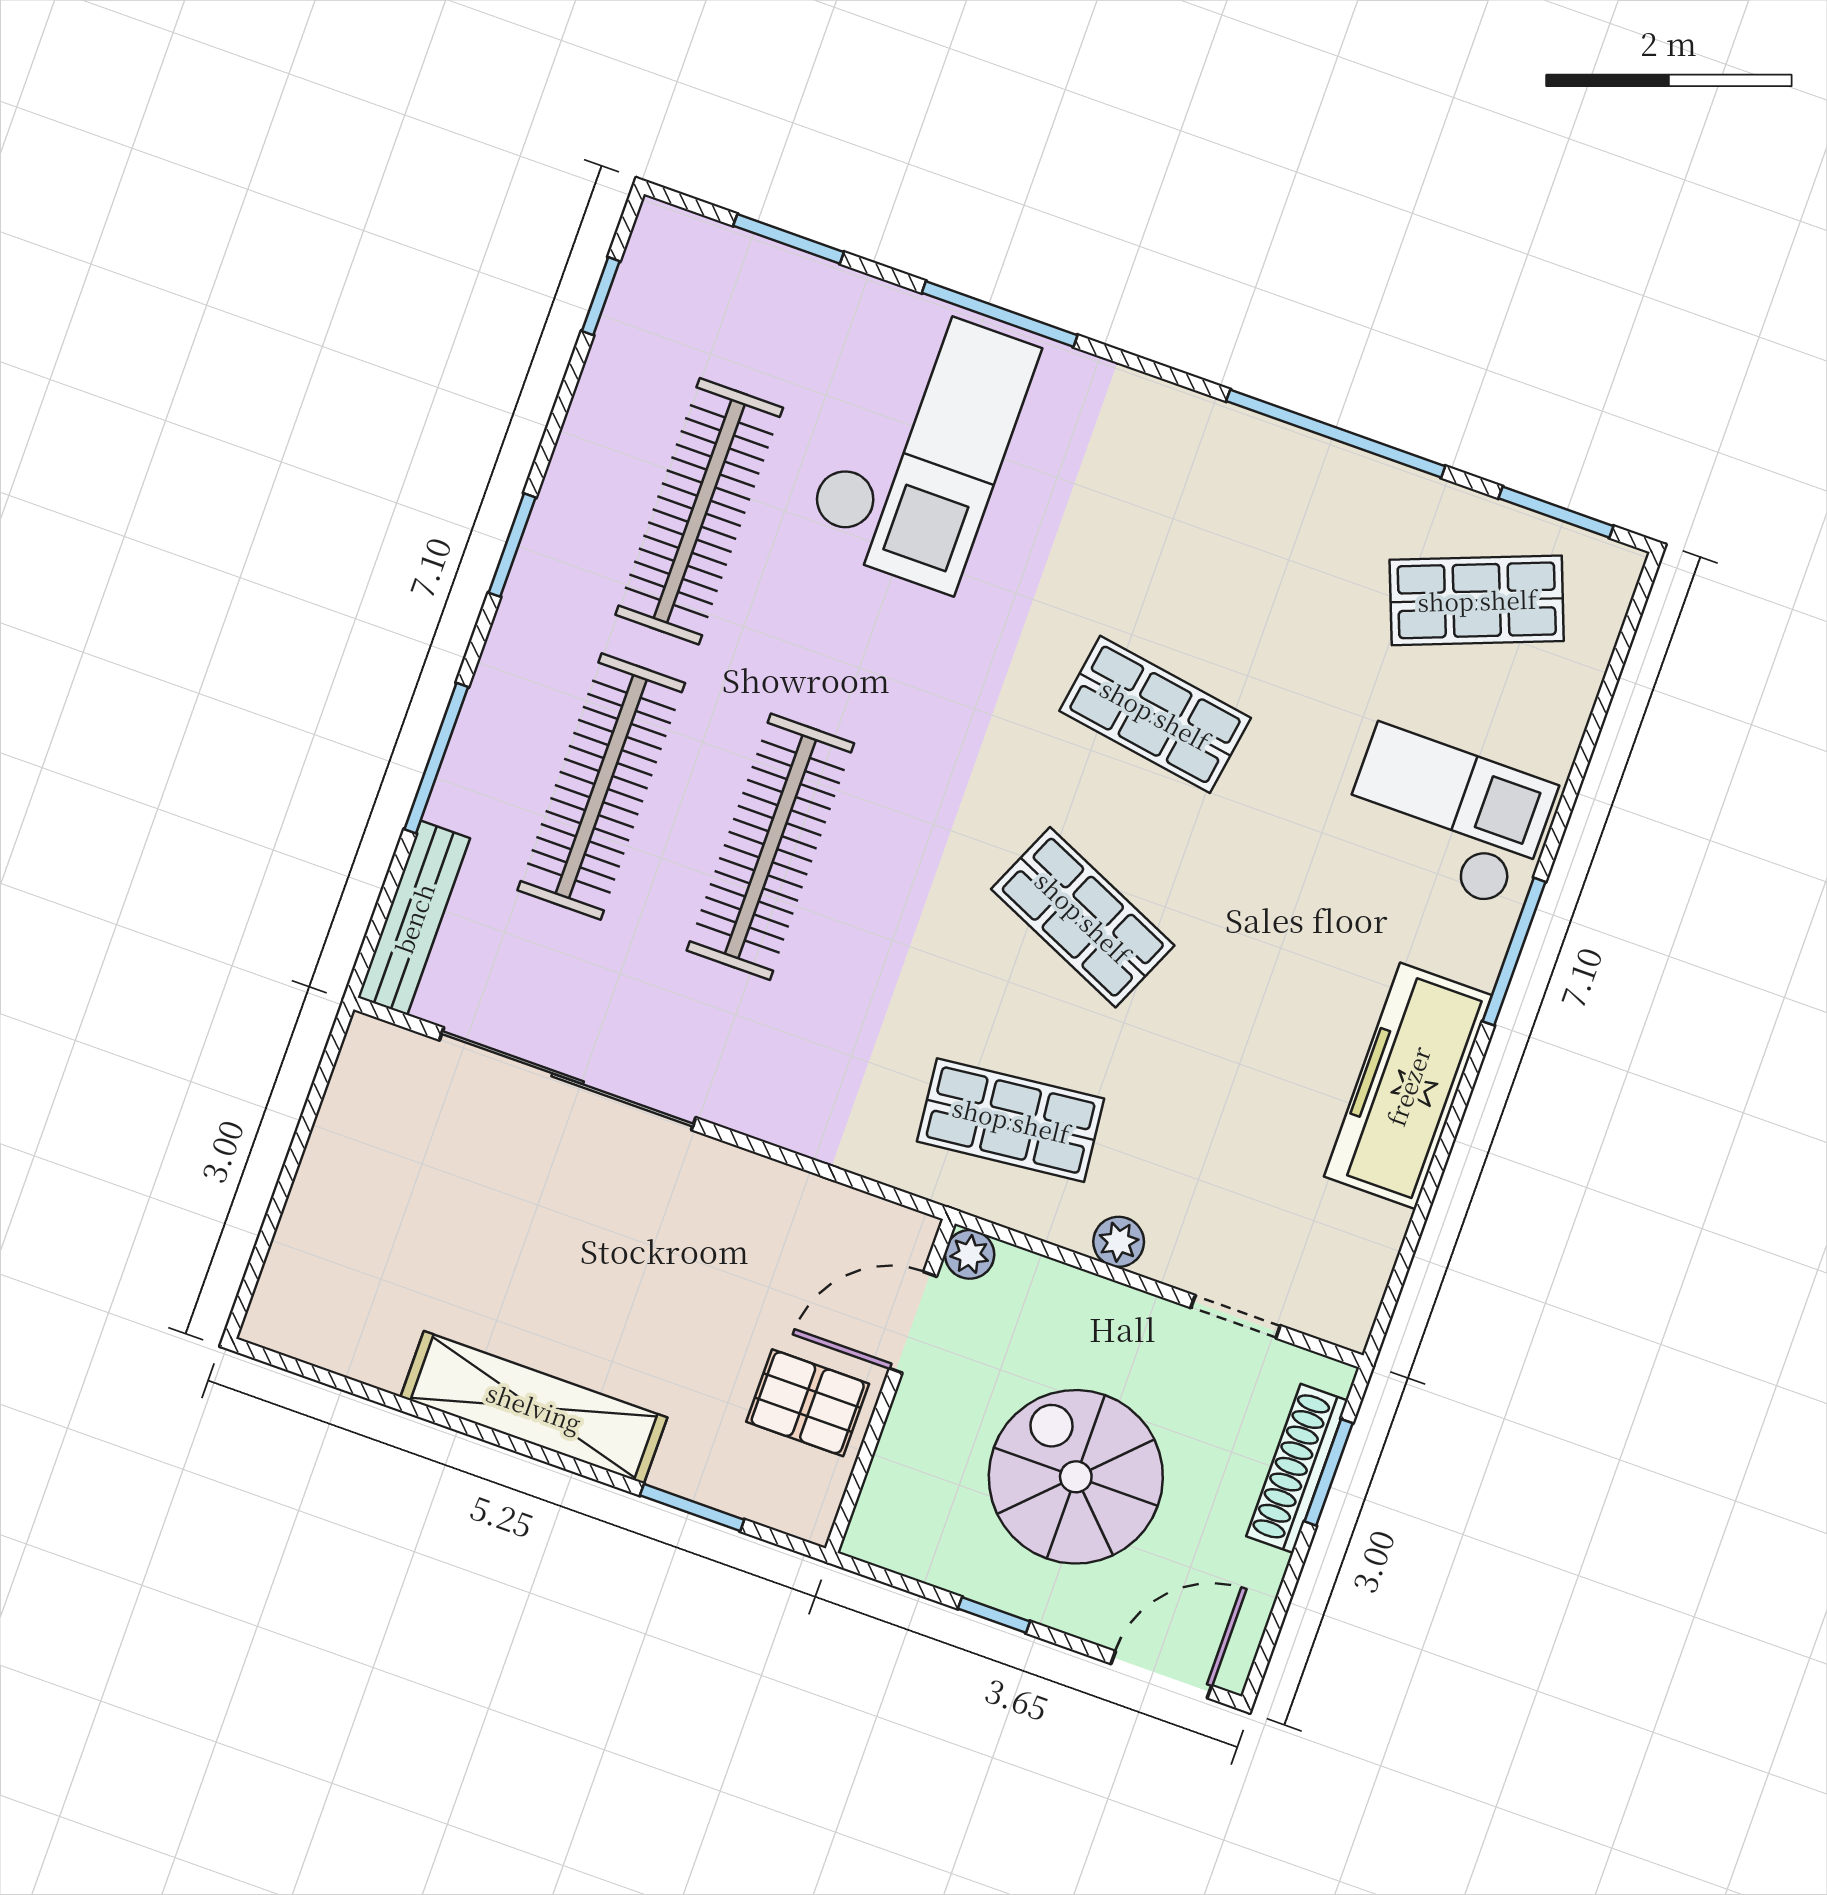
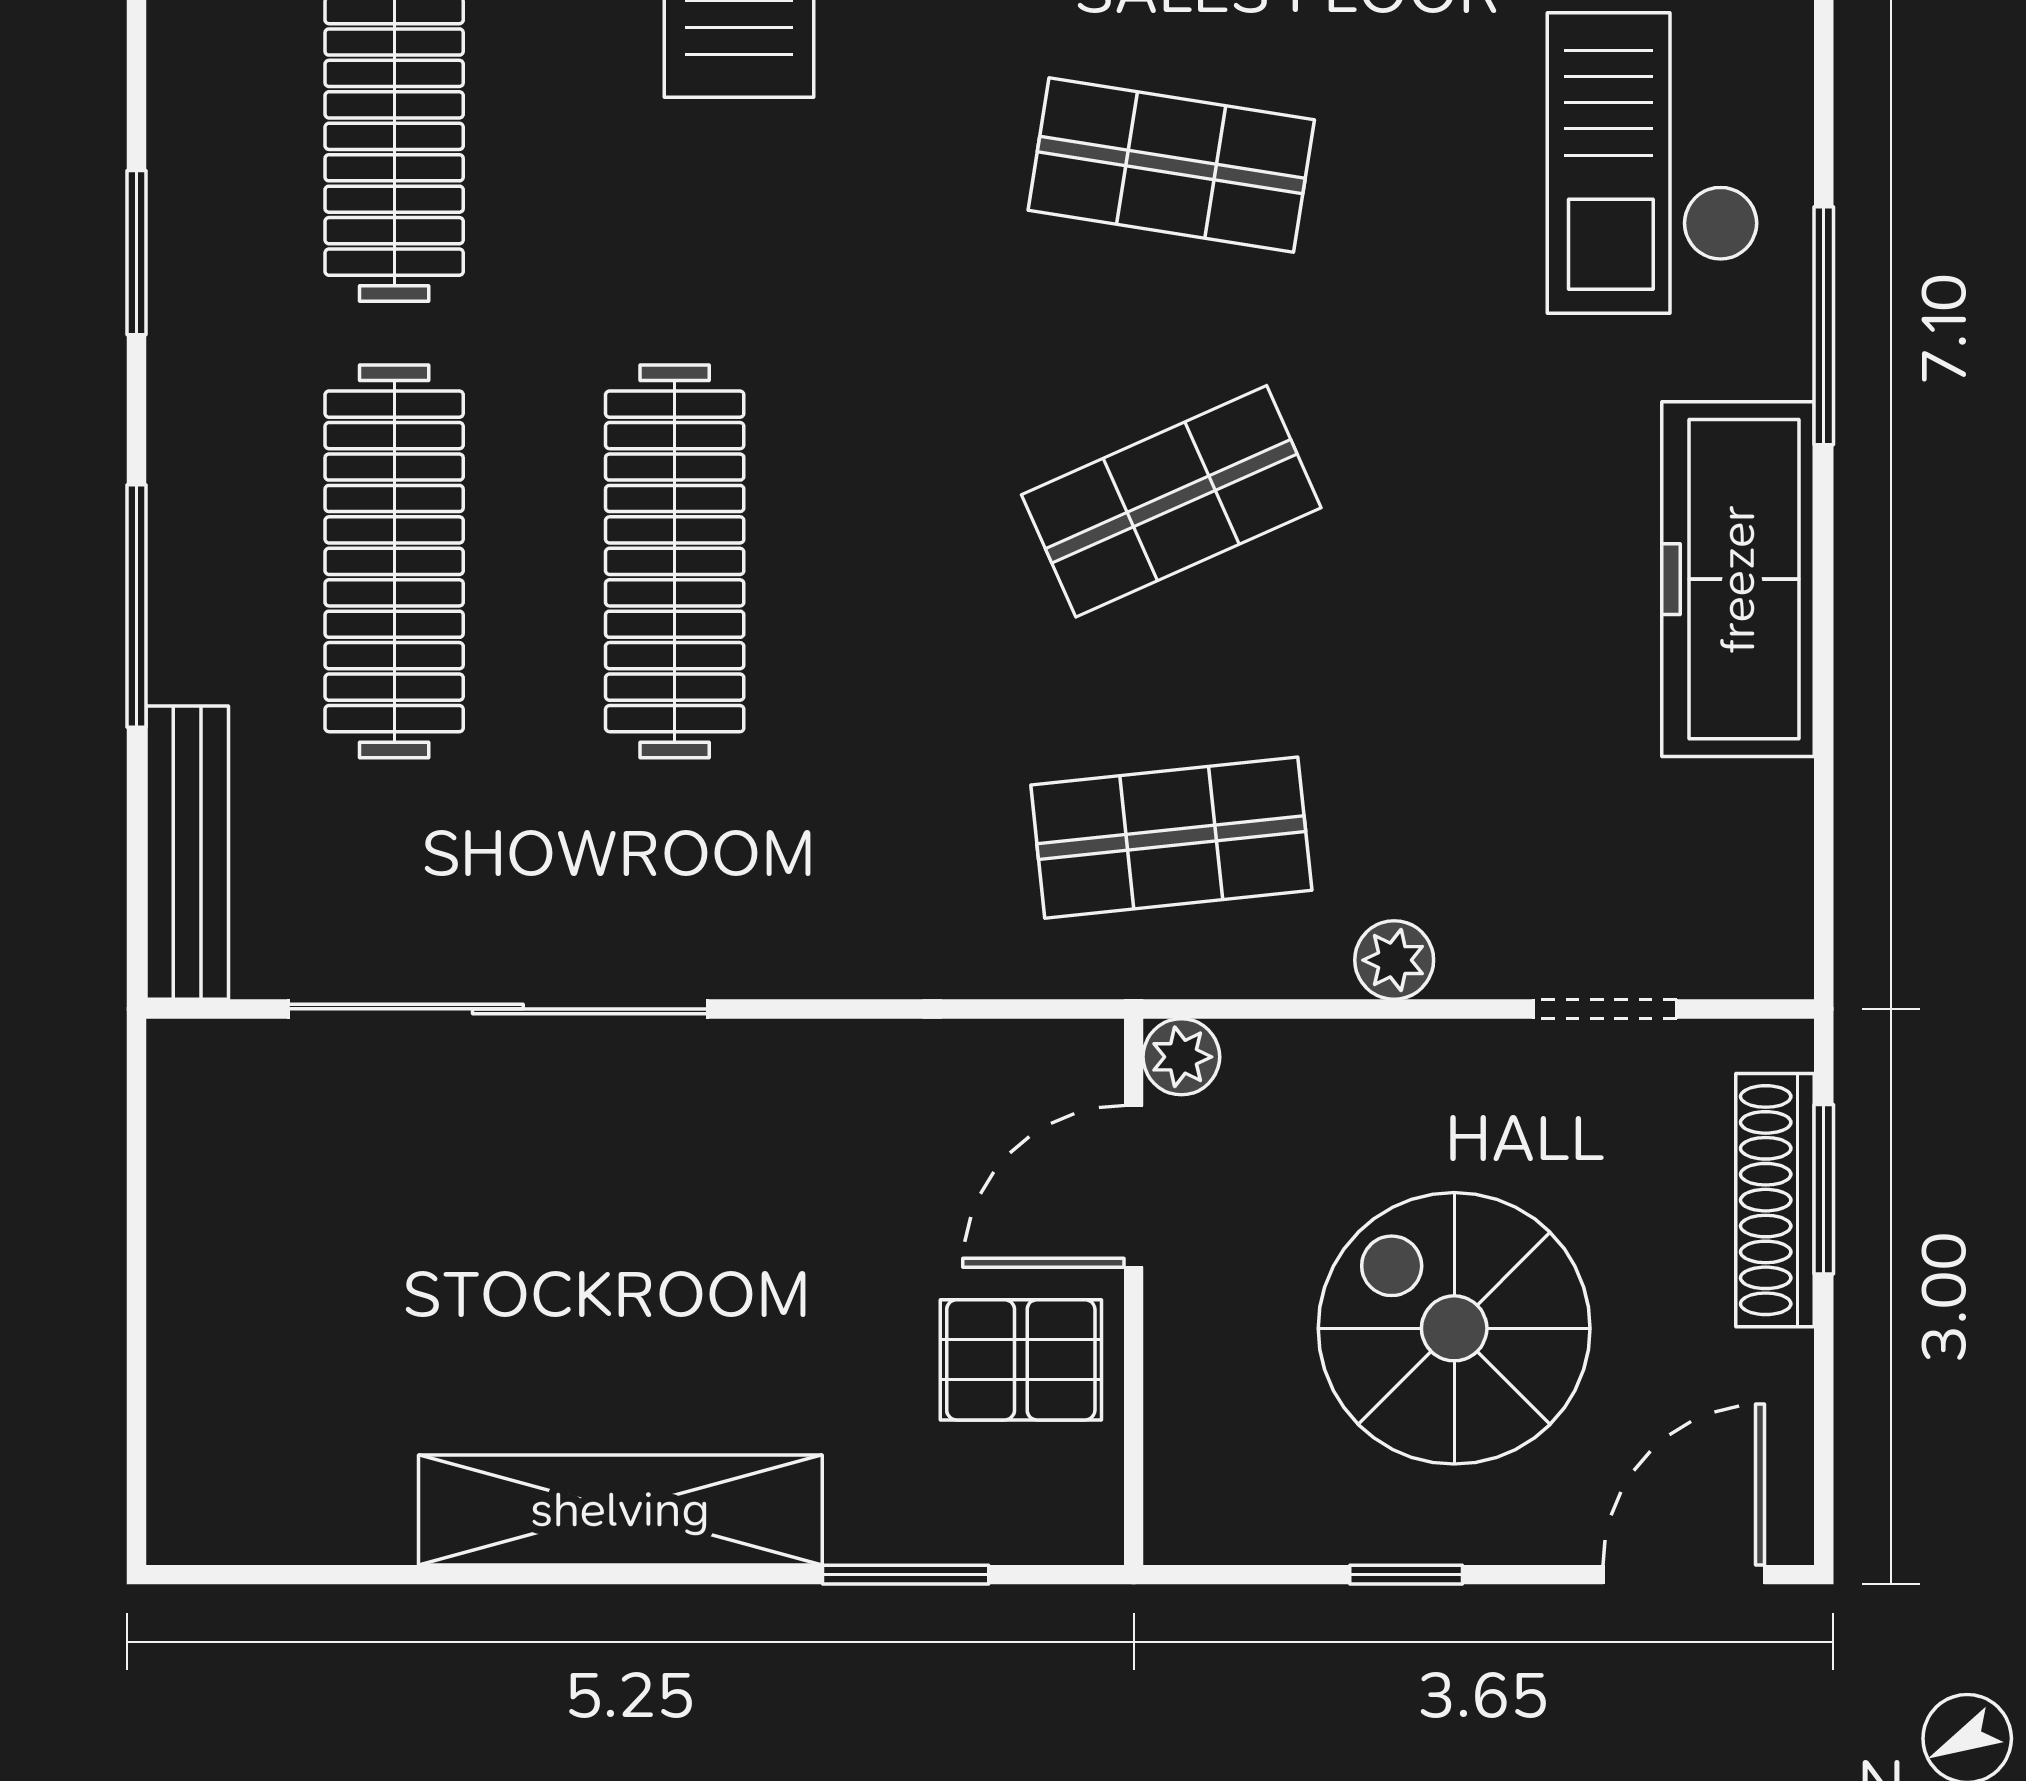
checkout: (1446, 817) -> (1653, 163), turned -90
shop shelf: (1083, 917) -> (1171, 501), turned -48

